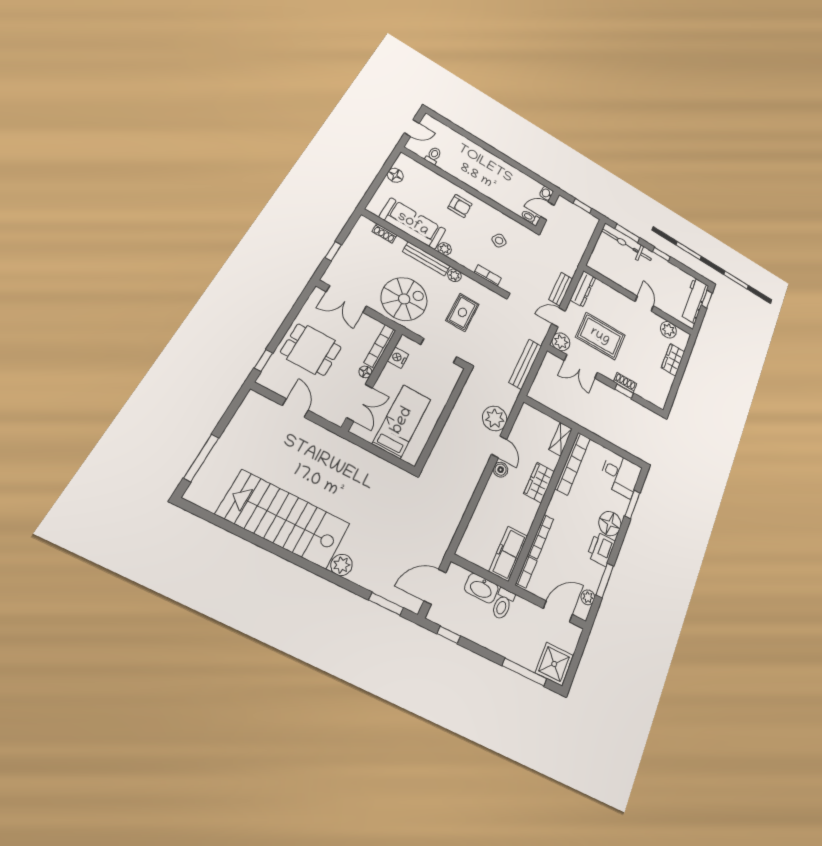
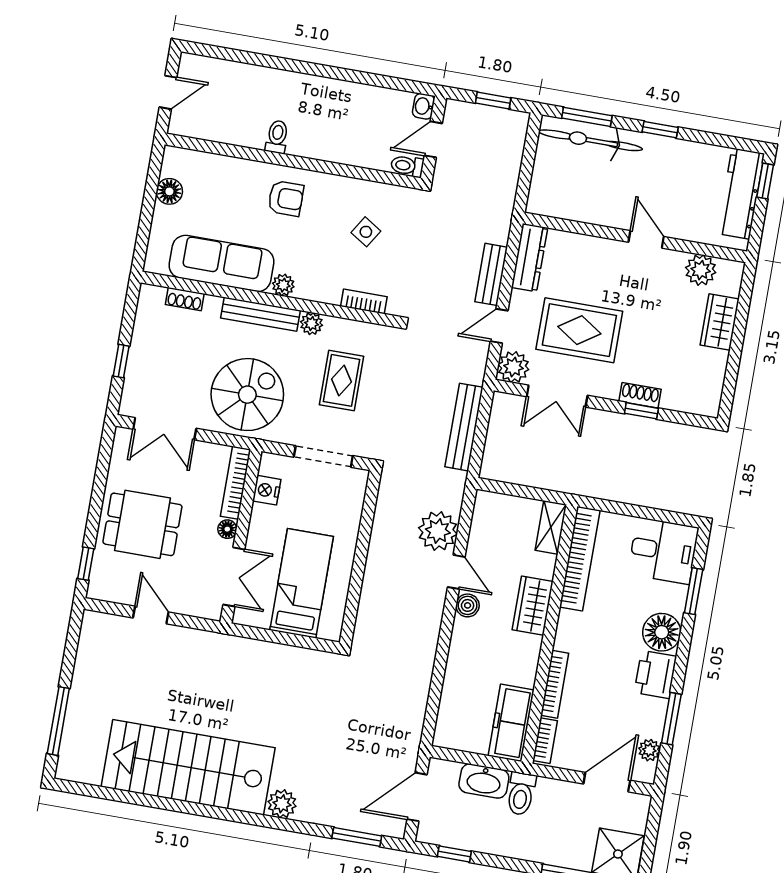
toilet: (433, 156) -> (277, 137), moved

